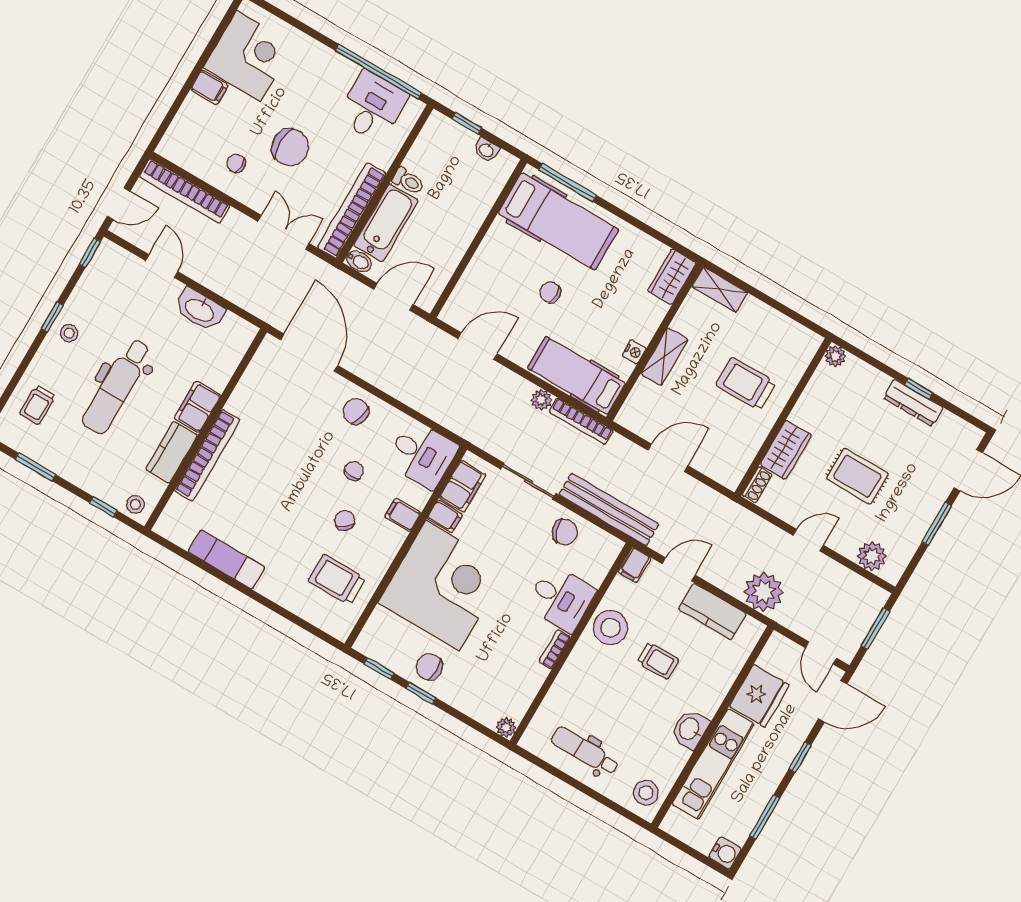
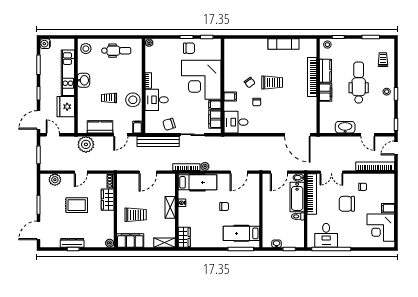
hospital bed: (558, 221) -> (241, 233), width x0.73, depth x0.78
filing cabinet: (789, 336) -> (130, 241), added
chair: (356, 411) -> (268, 124), removed
trolley: (337, 580) -> (272, 82), moved

